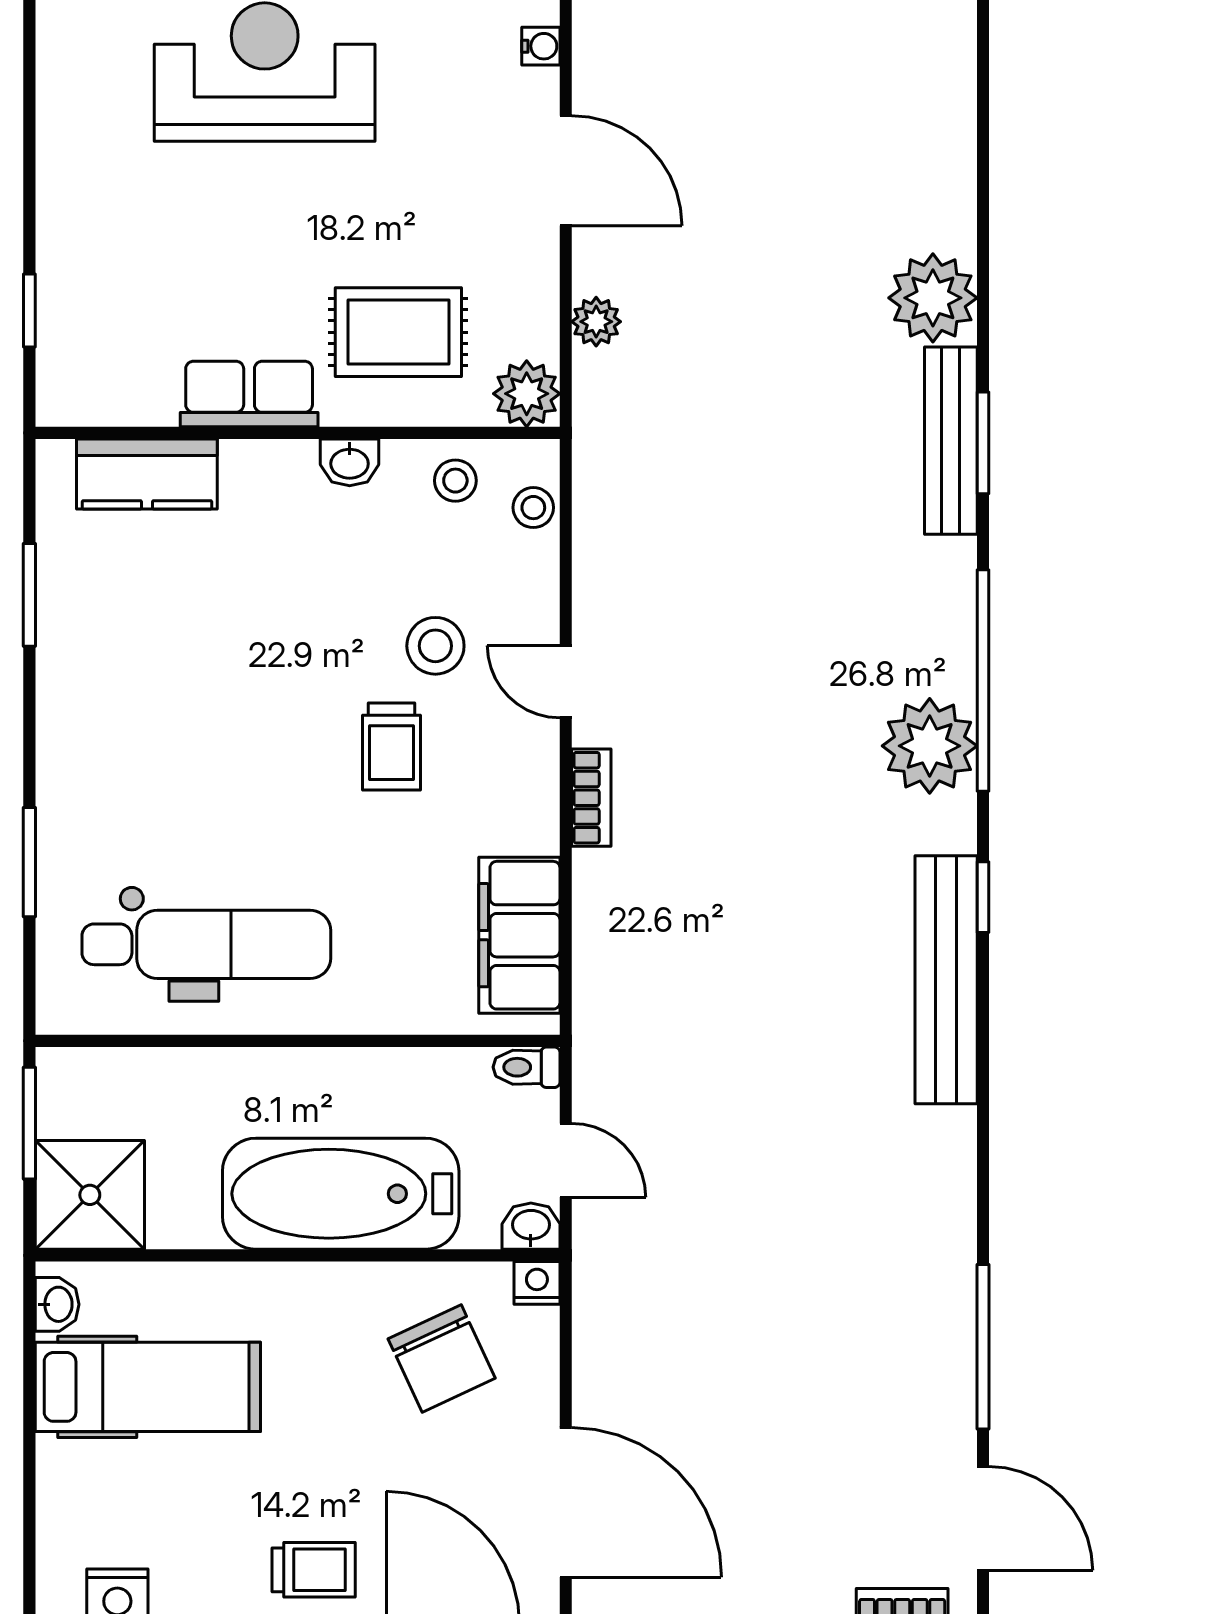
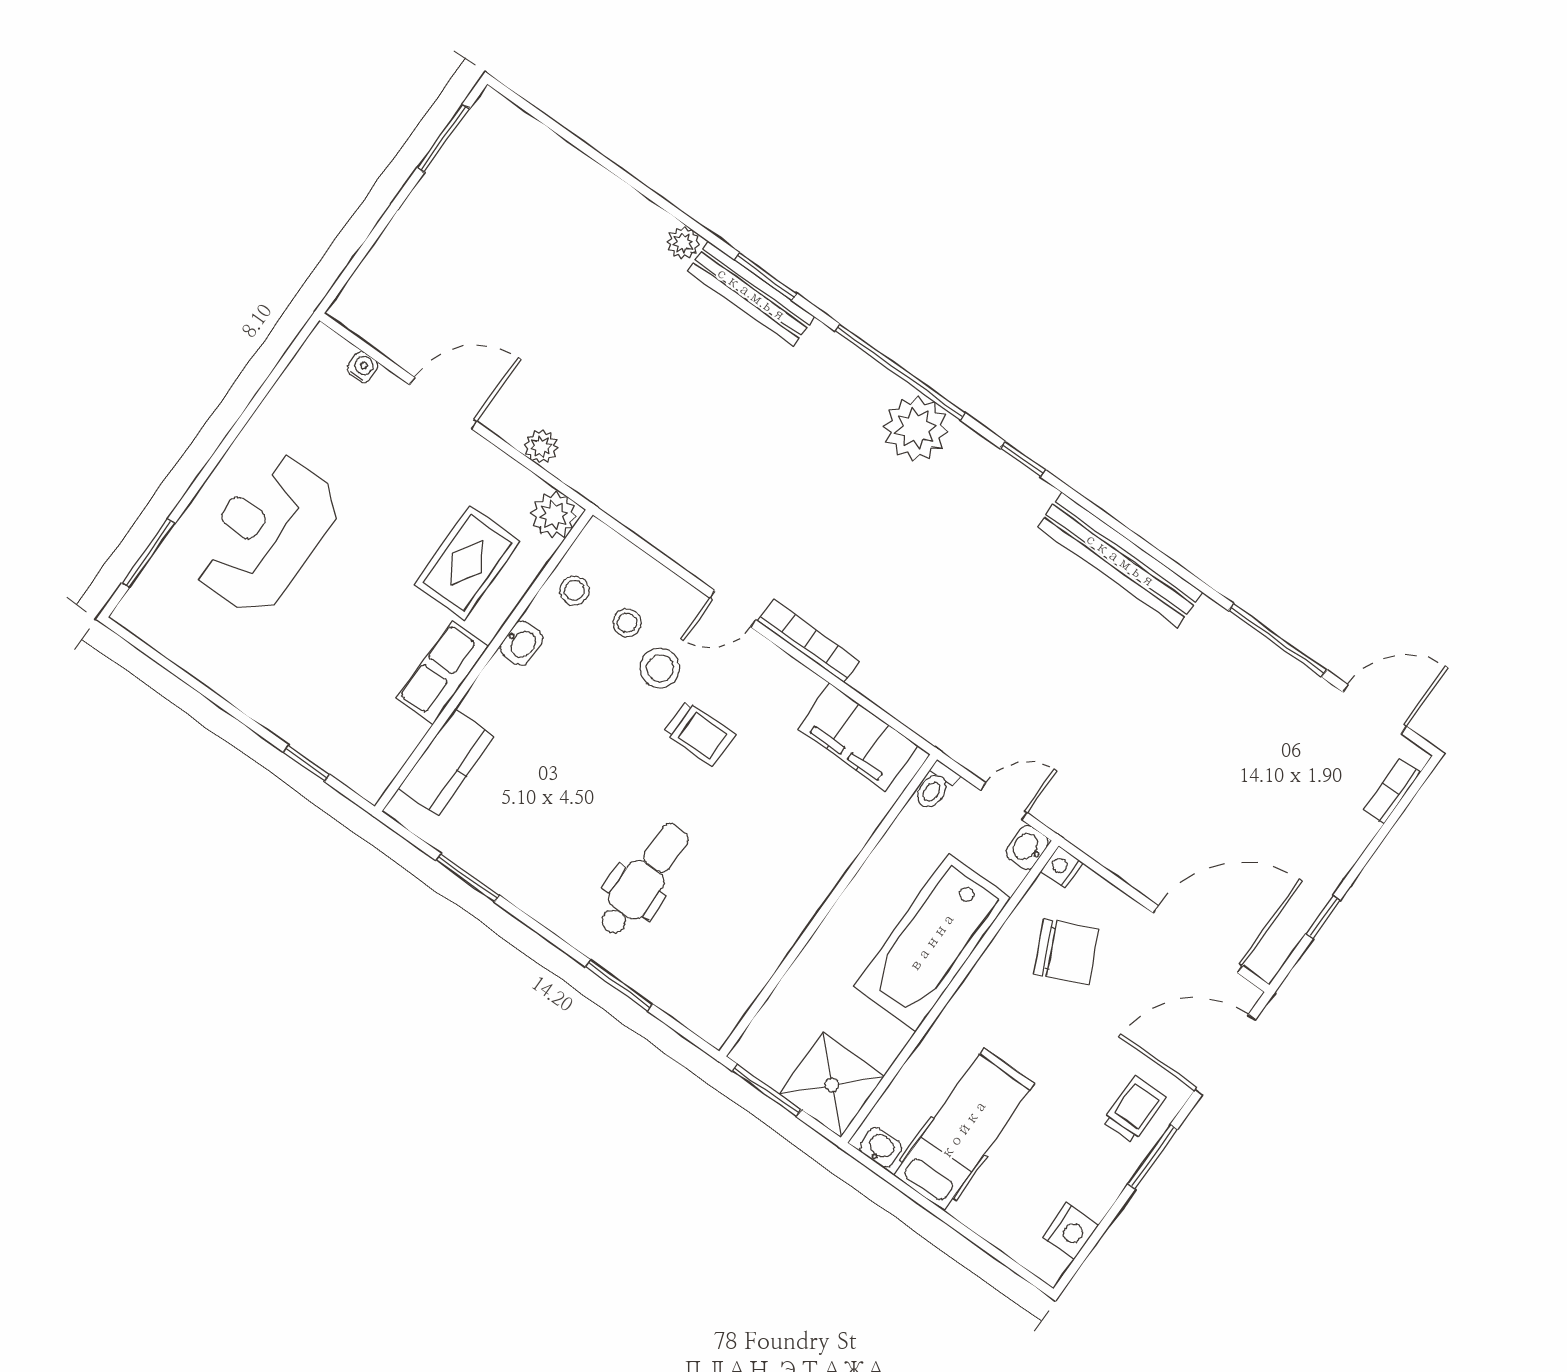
plant: (933, 298) -> (683, 243), width x0.53, depth x0.53
stool: (533, 508) -> (627, 623), moved
bookcase: (591, 798) -> (809, 641), width x1.56
dental chair: (206, 944) -> (643, 879), moved, width x0.73, depth x0.72
bench: (946, 980) -> (1120, 560), moved

